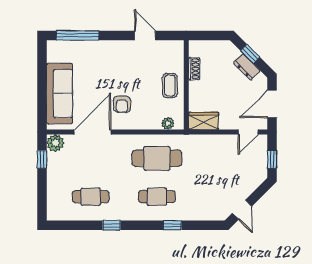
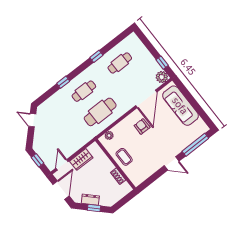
door: (145, 35) -> (172, 163), moved
wardrobe: (204, 121) -> (81, 159), moved

